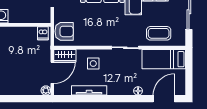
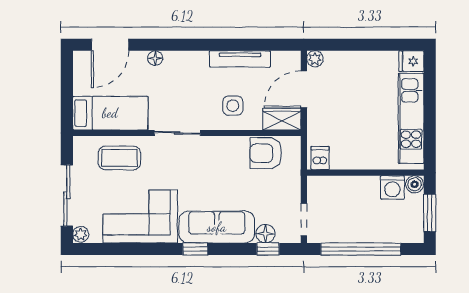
armchair: (64, 31) -> (266, 153), moved

